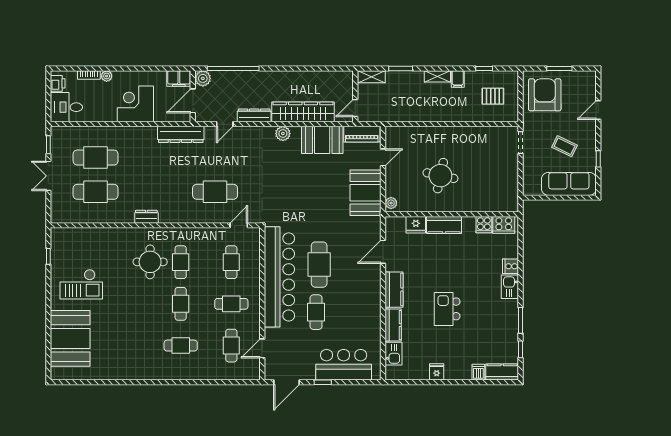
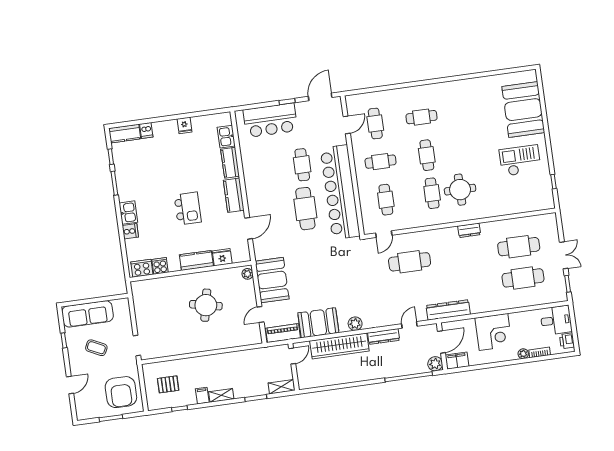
kitchen island: (447, 309) -> (188, 209), moved

